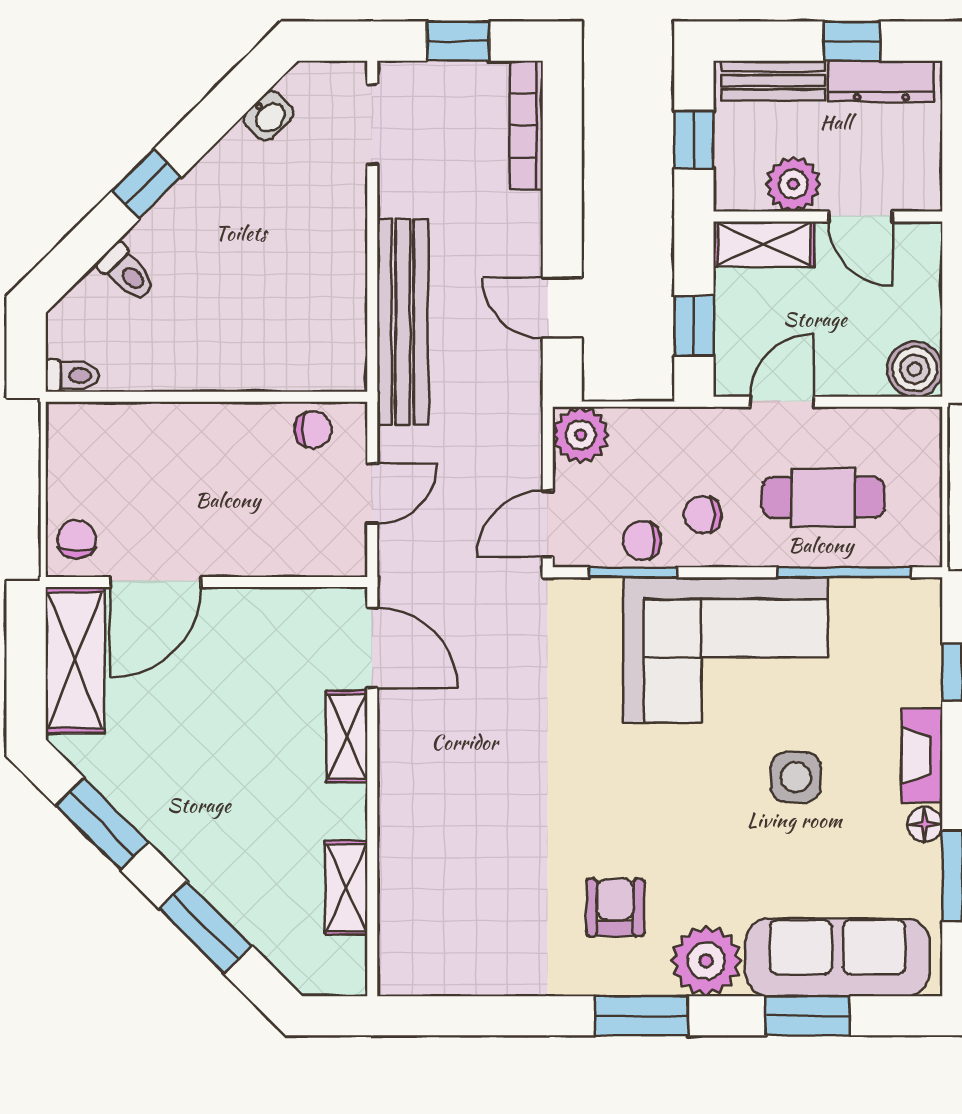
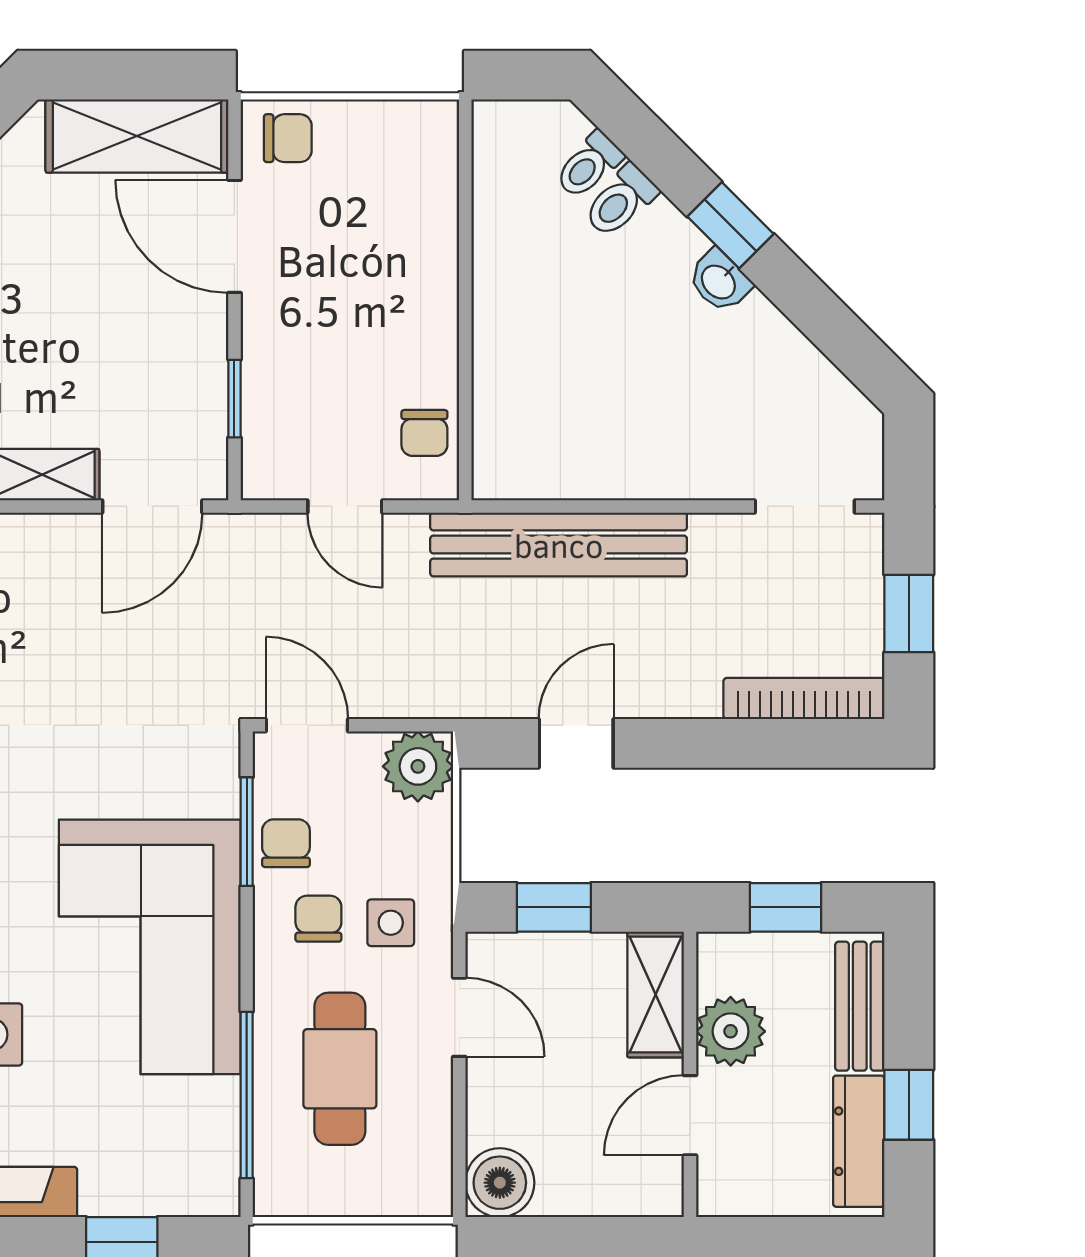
washbasin: (269, 116) -> (719, 281), moved
toilet: (72, 376) -> (589, 165), moved, turned 45
side table: (706, 457) -> (391, 923), added
window: (286, 582) -> (234, 399), added

